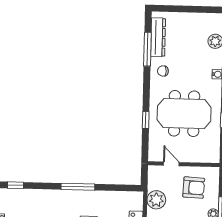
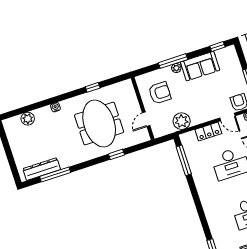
chair: (163, 71) -> (69, 155), removed
window: (78, 187) -> (184, 160), moved
armchair: (194, 188) -> (160, 93), turned 87

